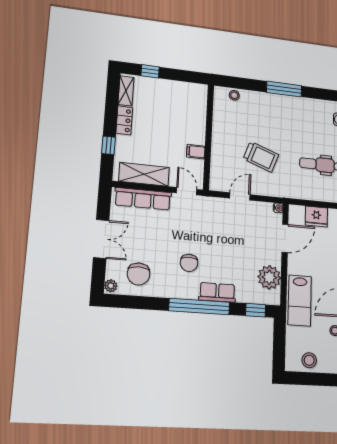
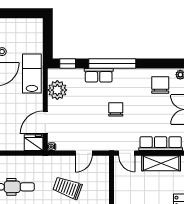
filing cabinet: (196, 152) -> (121, 186), removed
fridge: (316, 216) -> (34, 143), moved
chair: (189, 263) -> (116, 109), moved
stool: (309, 360) -> (23, 27), removed

